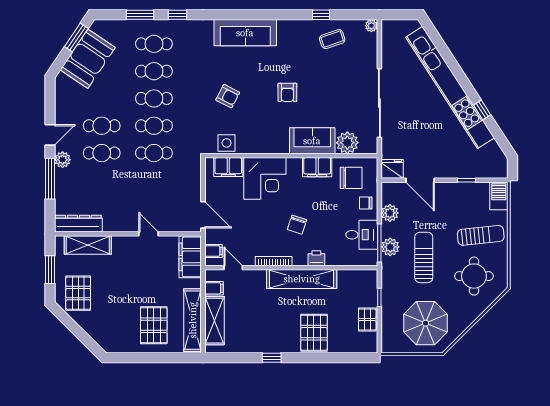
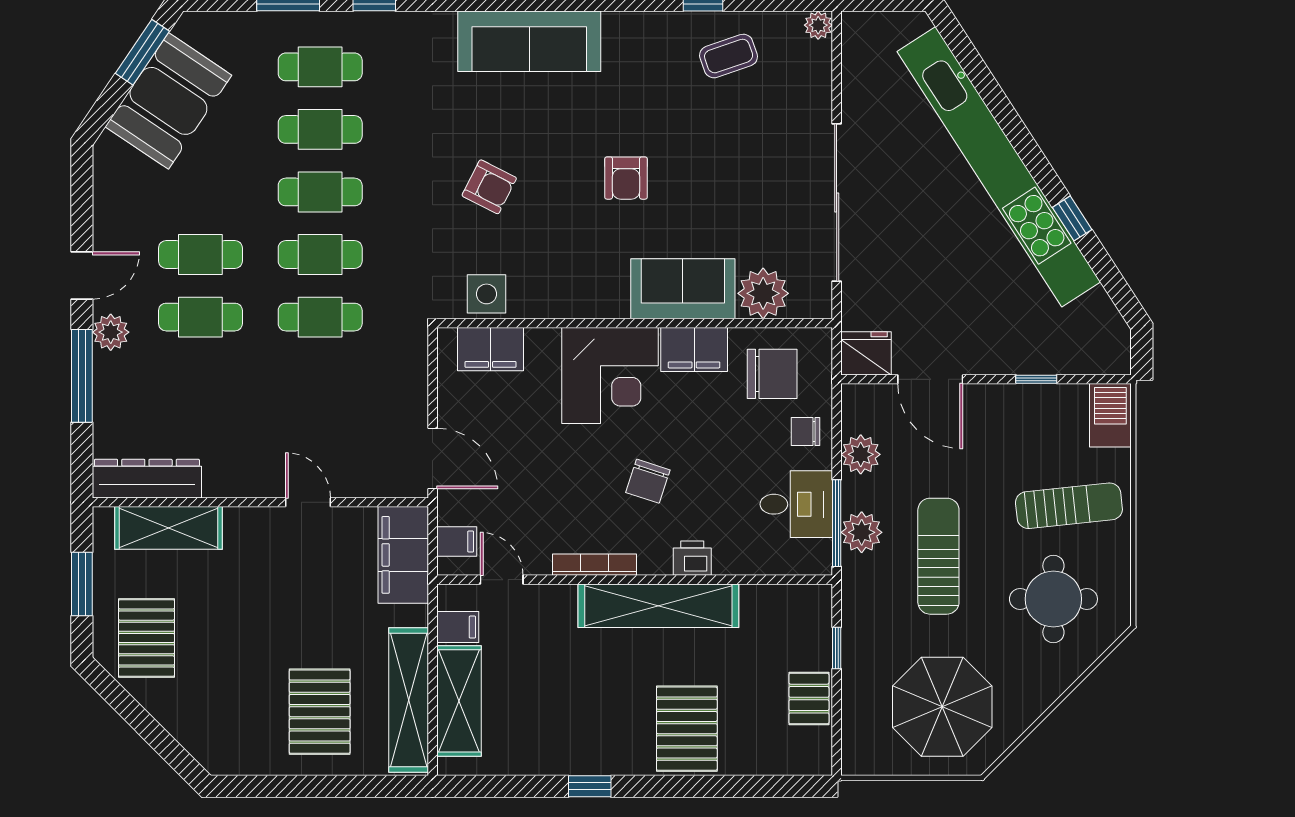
corner desk: (265, 178) -> (610, 375), moved

